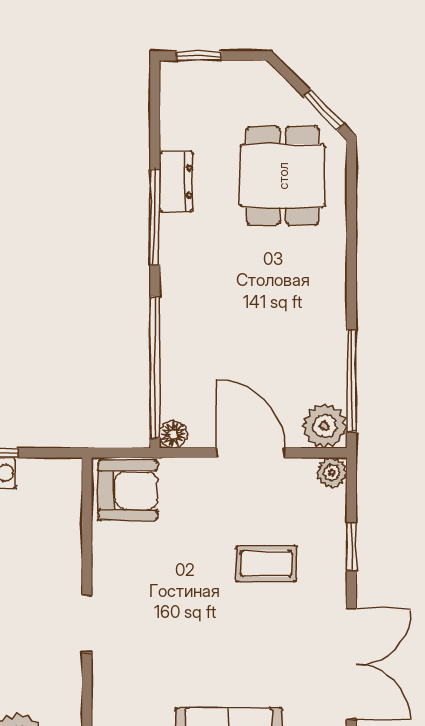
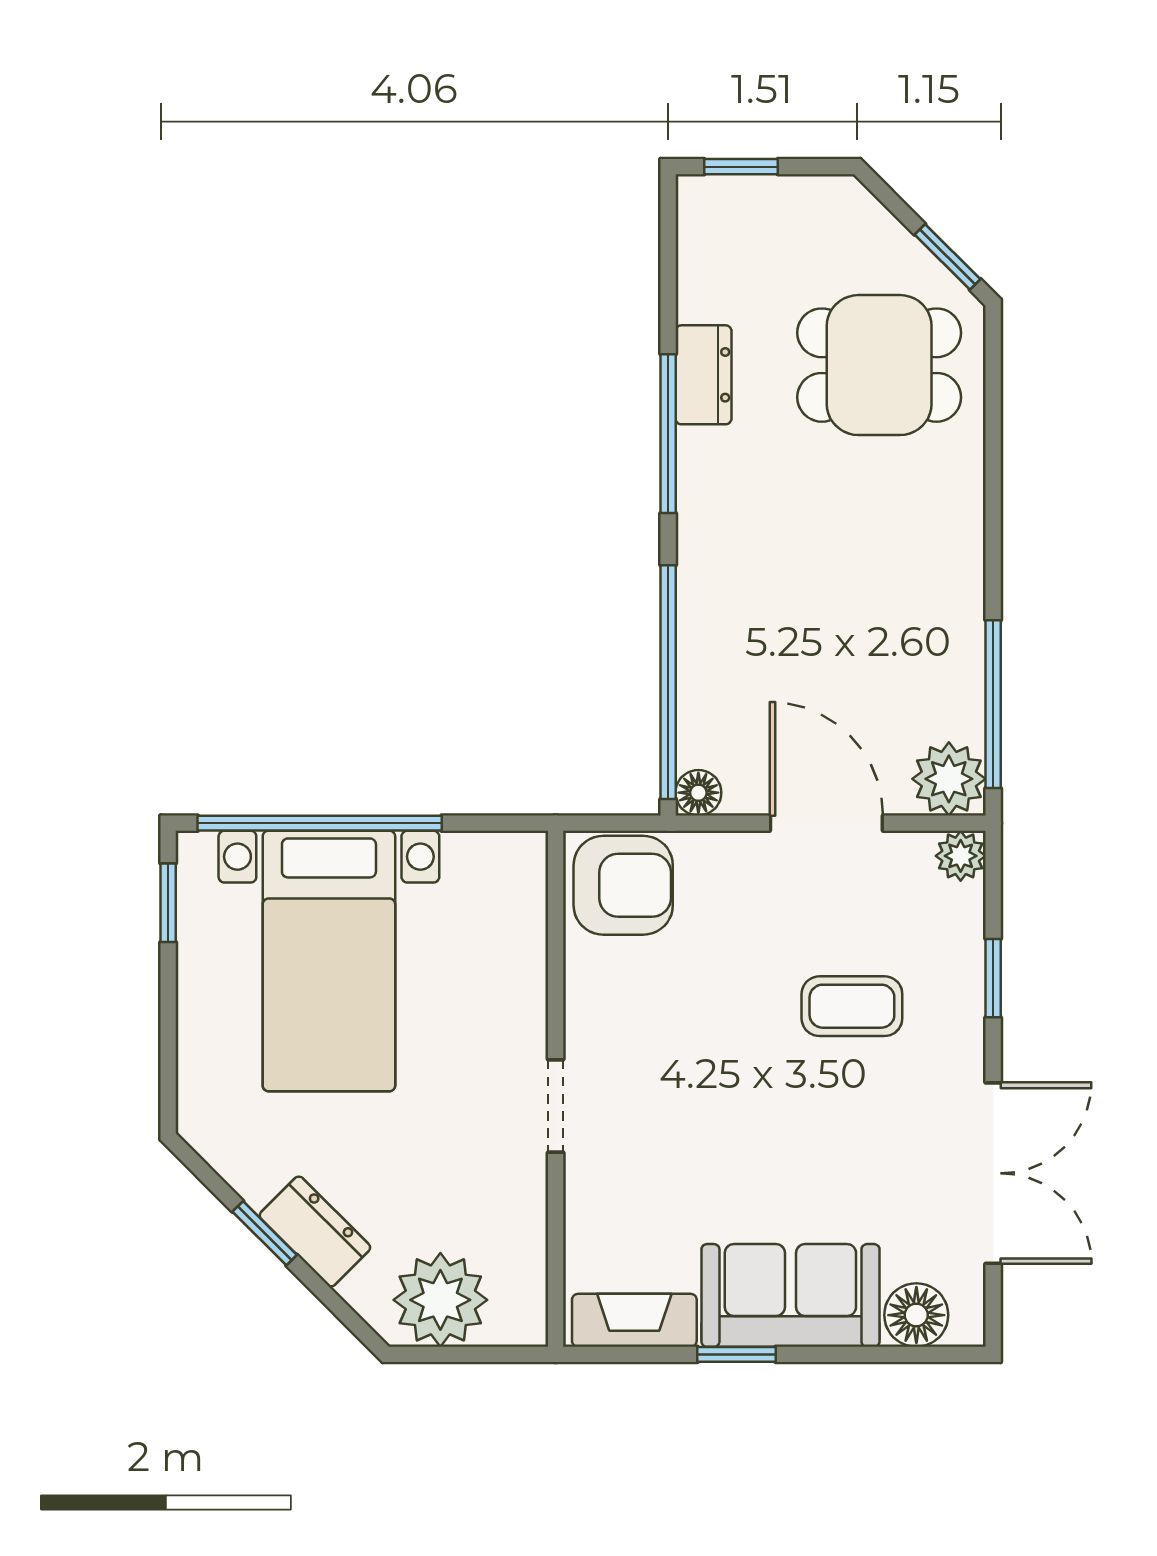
dining table: (283, 176) -> (879, 365), turned 90

